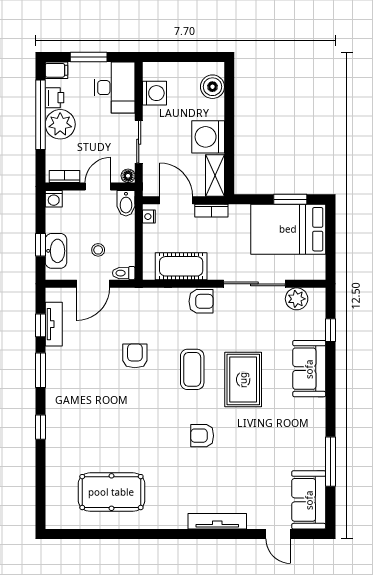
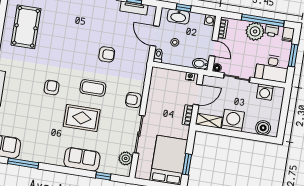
cot: (181, 266) -> (157, 91), removed
armchair: (201, 301) -> (133, 100), turned 90

